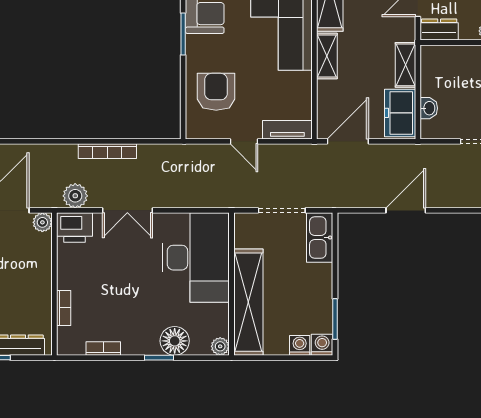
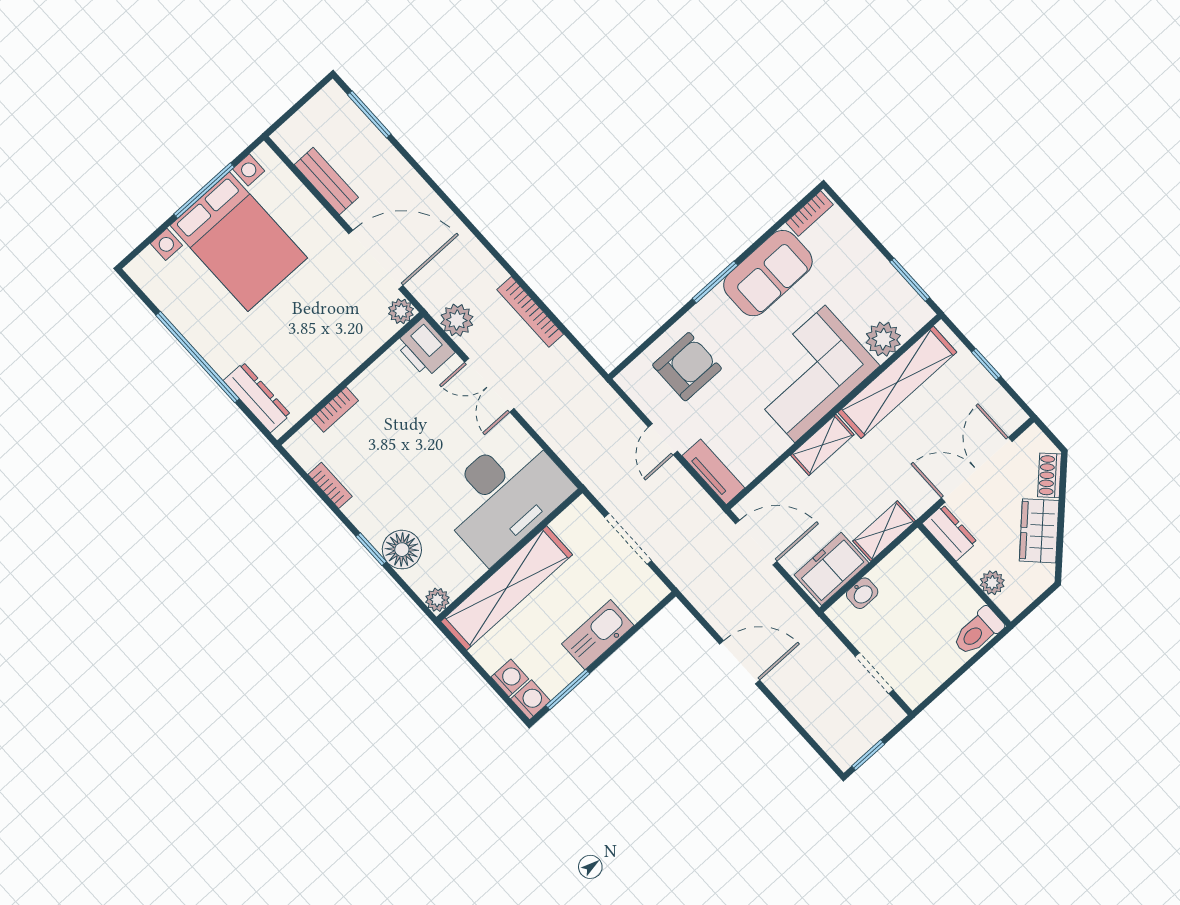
kitchen sink: (320, 237) -> (598, 635), moved

